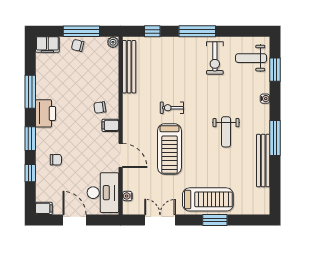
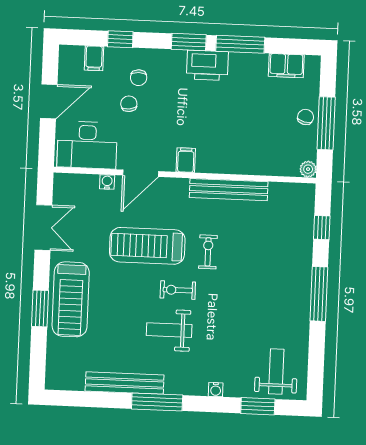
filing cabinet: (47, 45) -> (286, 66), moved, turned -90
exercise bike: (215, 58) -> (178, 290), moved, width x0.73, depth x0.72
bench: (129, 67) -> (229, 190), moved
chair: (100, 107) -> (129, 104), moved
window: (30, 139) -> (189, 42), moved
water cooler: (127, 196) -> (107, 182), moved
filing cabinet: (44, 208) -> (94, 58), moved

